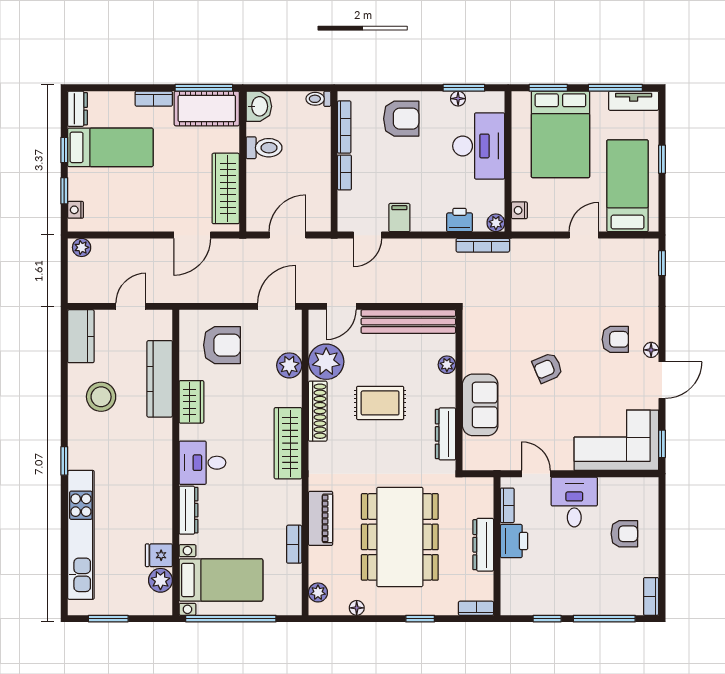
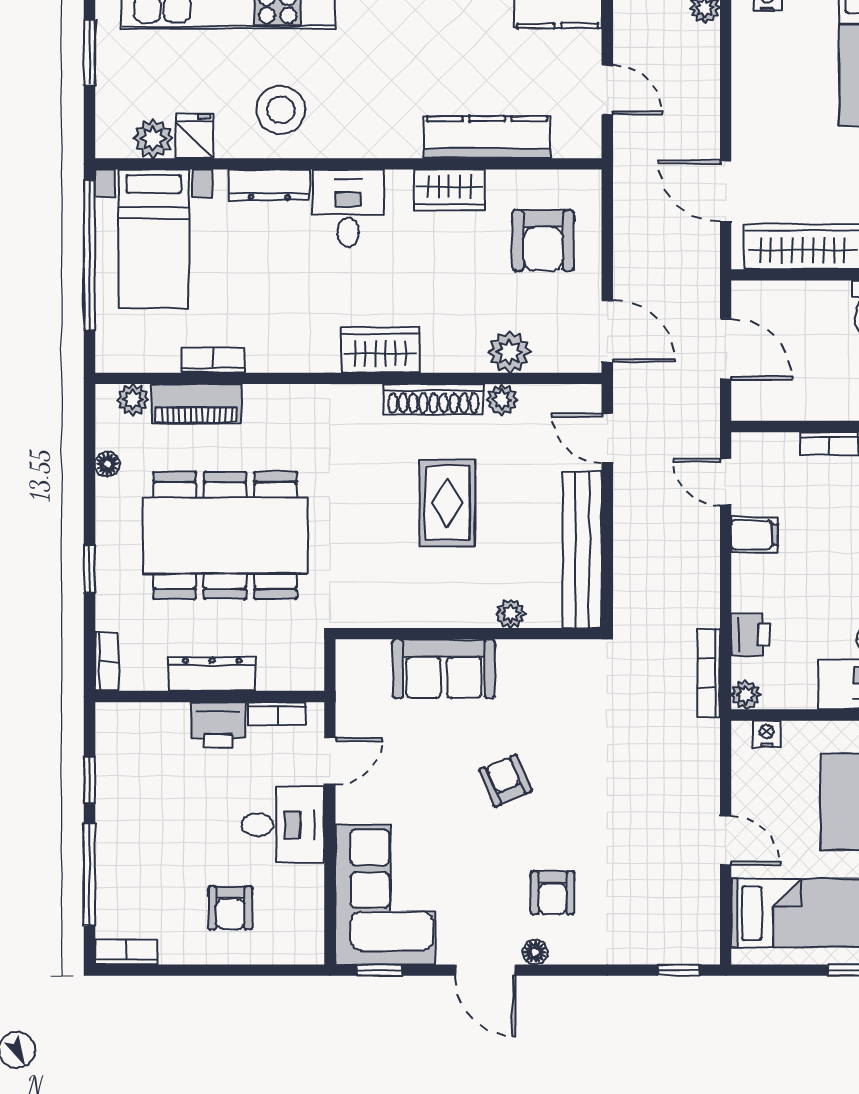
plant: (326, 362) -> (502, 400), width x0.53, depth x0.53
stool: (101, 397) -> (281, 110), moved
dresser: (445, 434) -> (396, 611), removed
wardrobe: (288, 443) -> (380, 350), width x0.67
piano: (321, 518) -> (196, 404), moved

